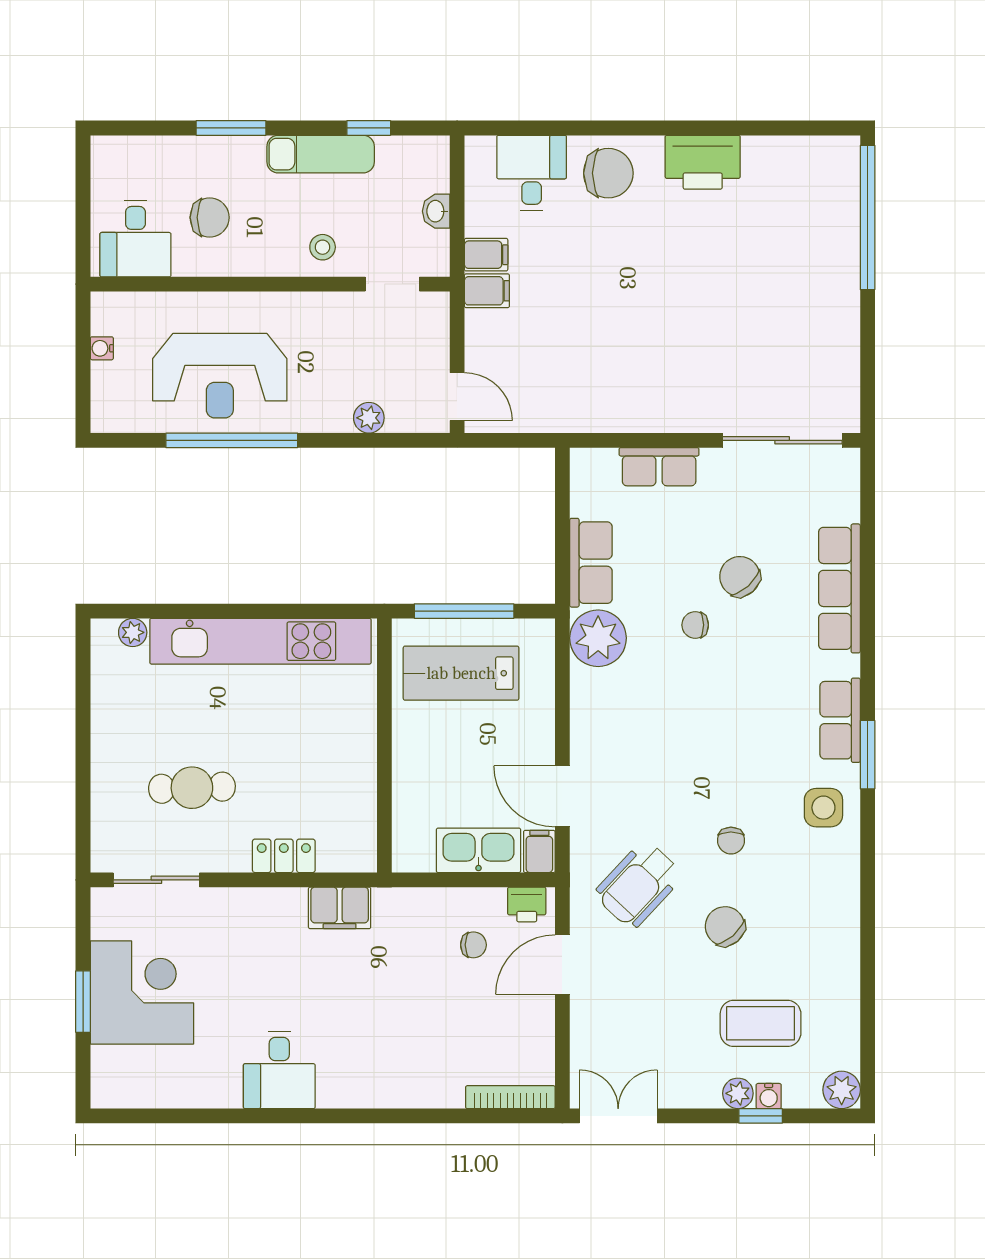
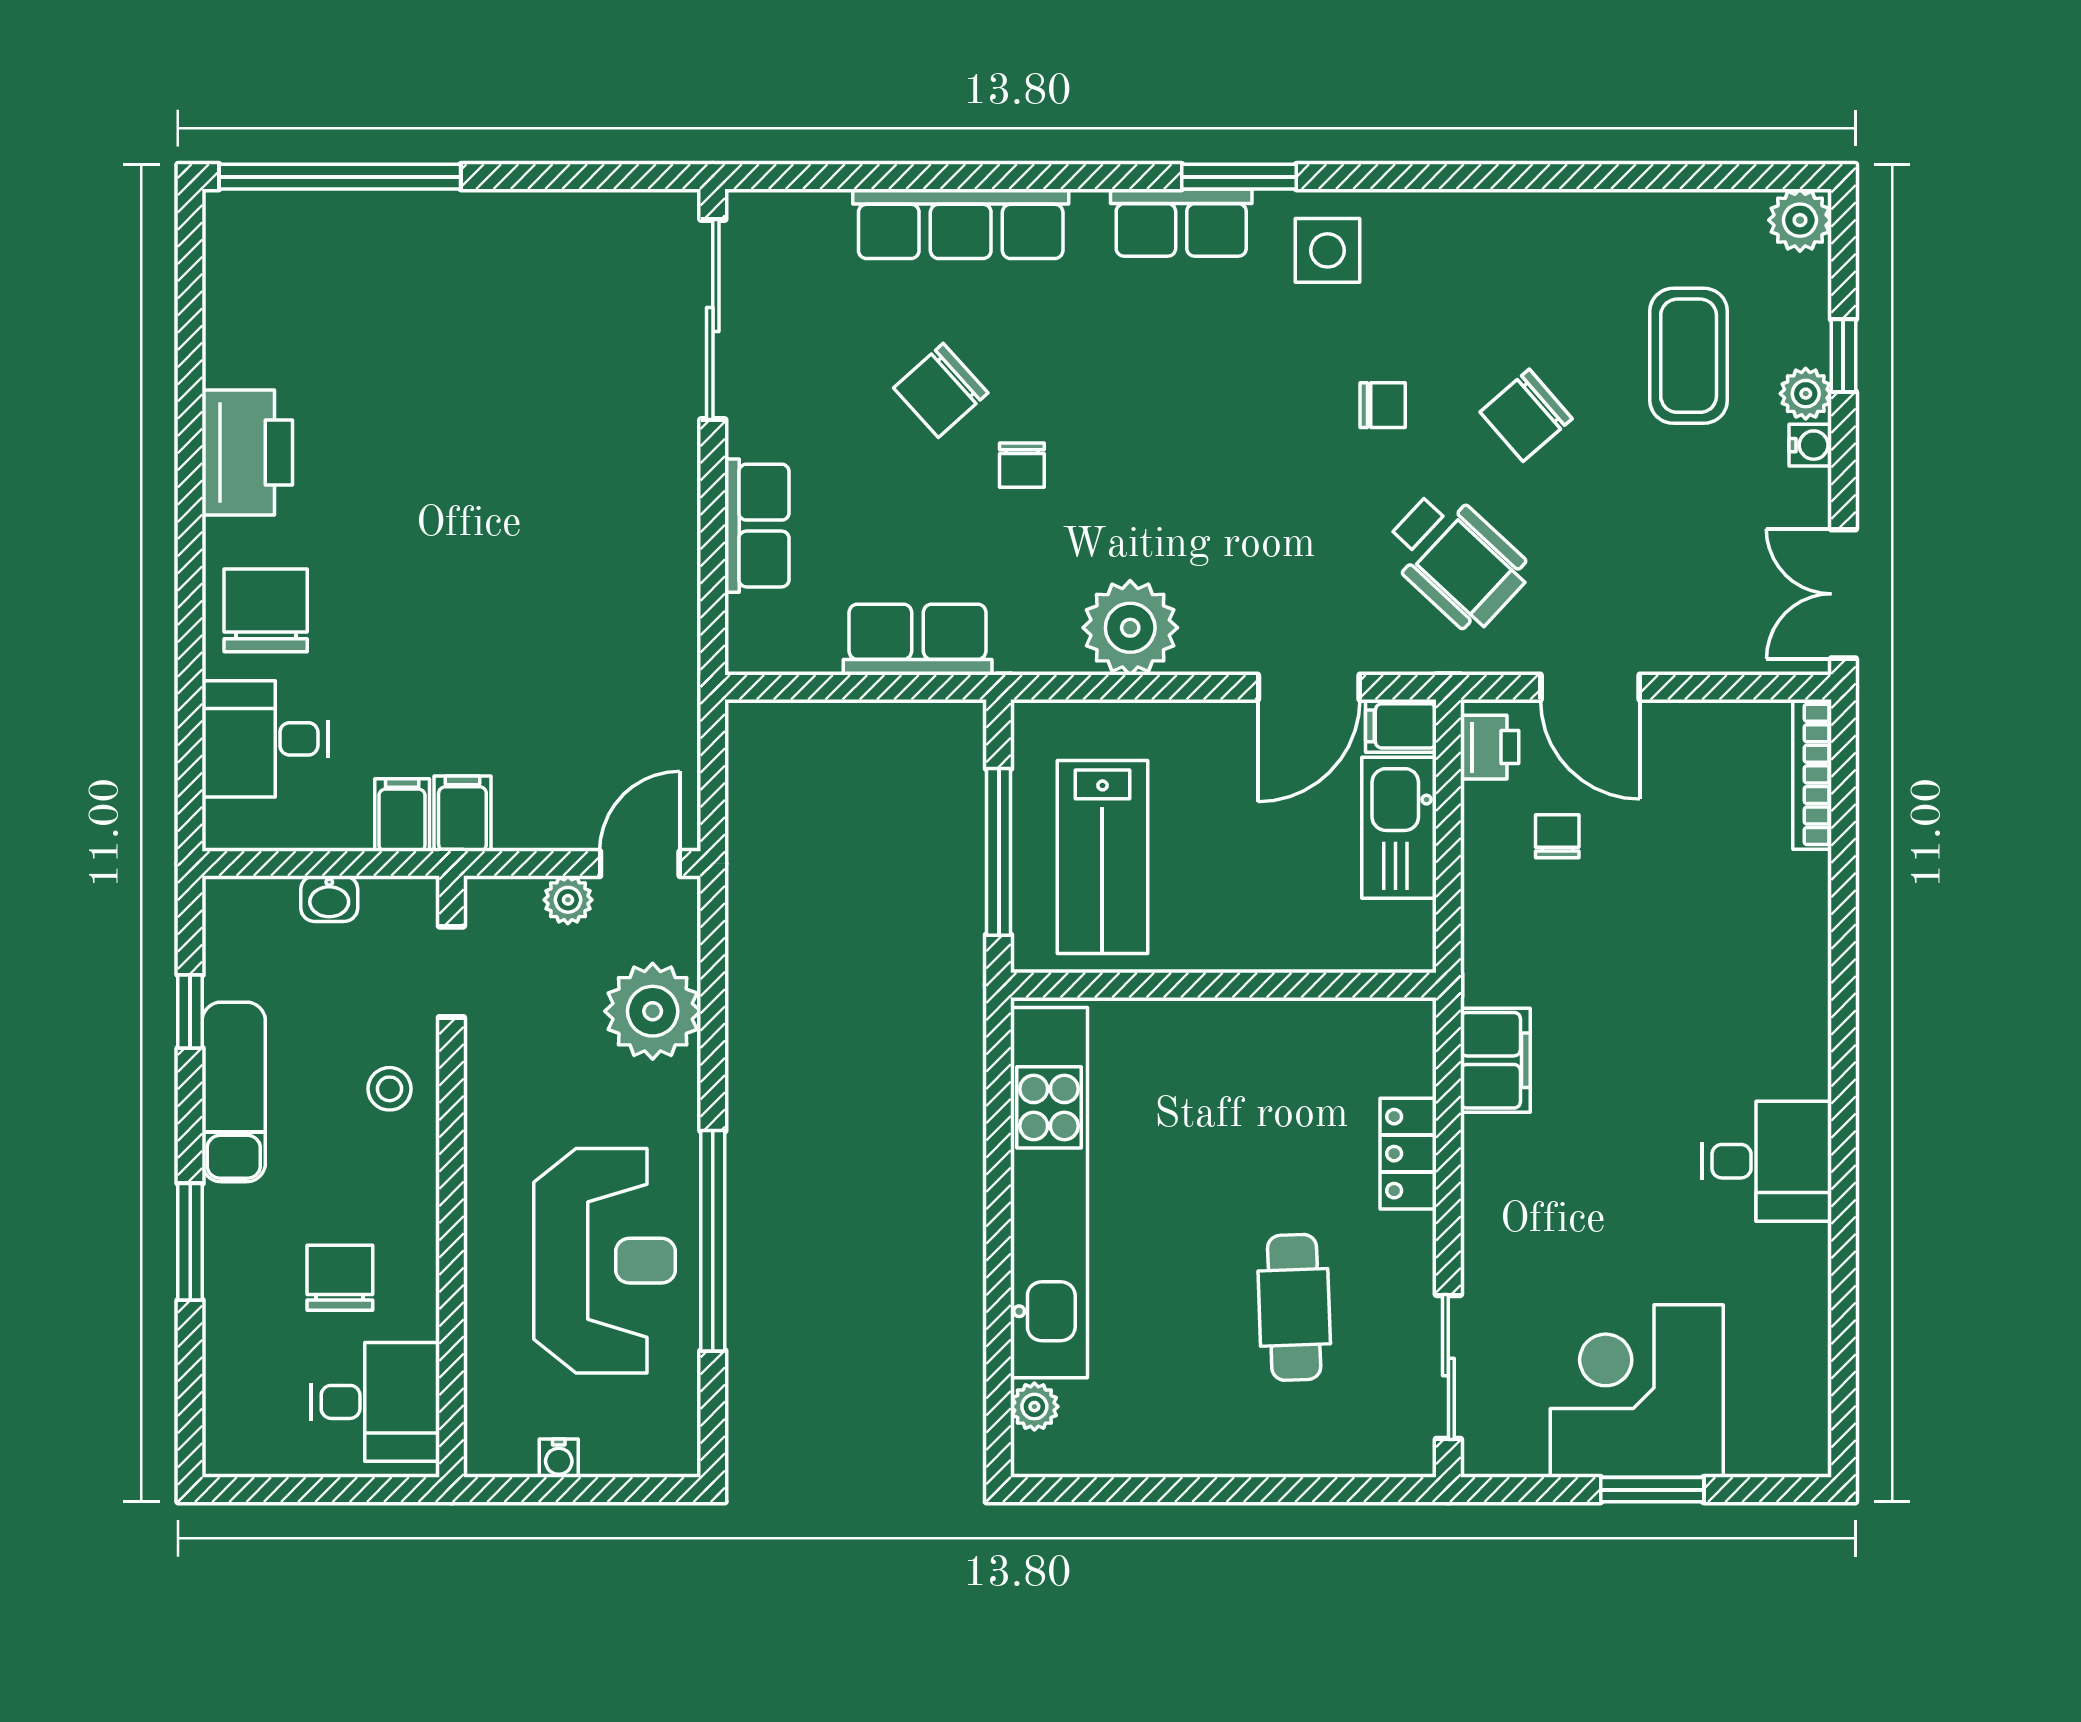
plant: (435, 354) -> (568, 900), added
plant: (369, 418) -> (653, 1011), width x1.88, depth x1.88
plant: (598, 638) -> (1130, 628), moved
water cooler: (769, 1096) -> (1810, 445), moved

